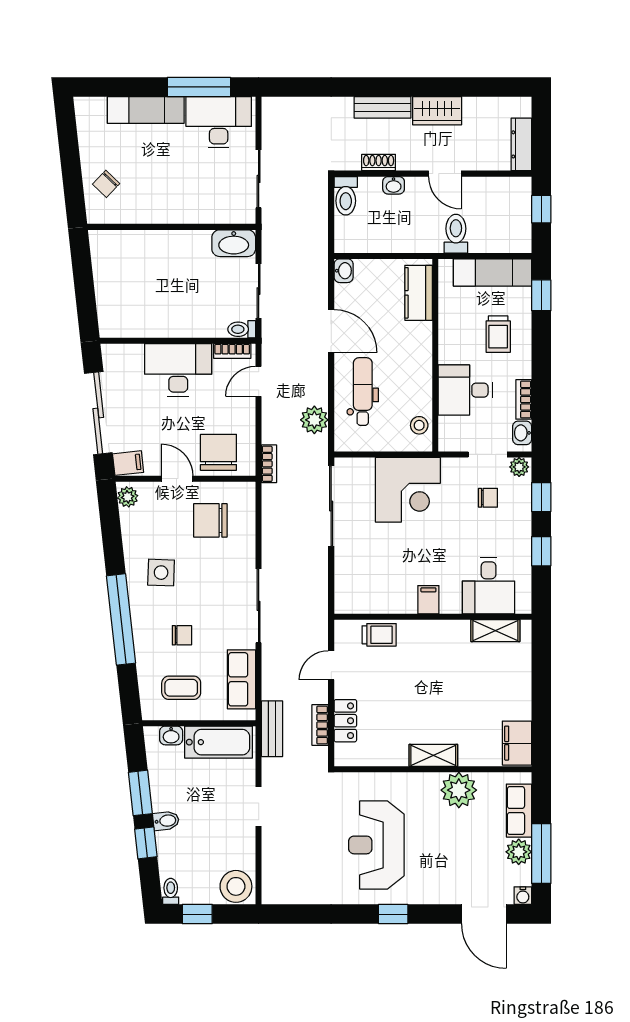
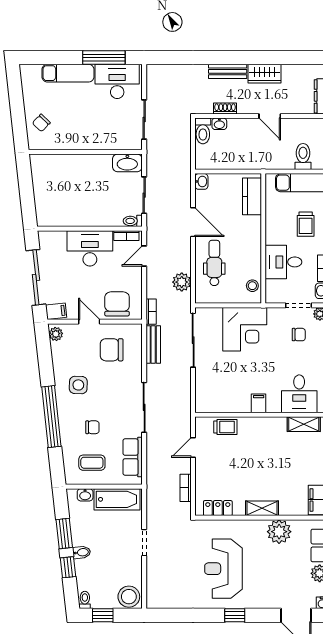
washbasin: (394, 185) -> (219, 124), moved
toilet: (456, 234) -> (303, 156), moved
locker: (345, 721) -> (218, 508), moved, turned -90
bench: (272, 729) -> (153, 344), moved

